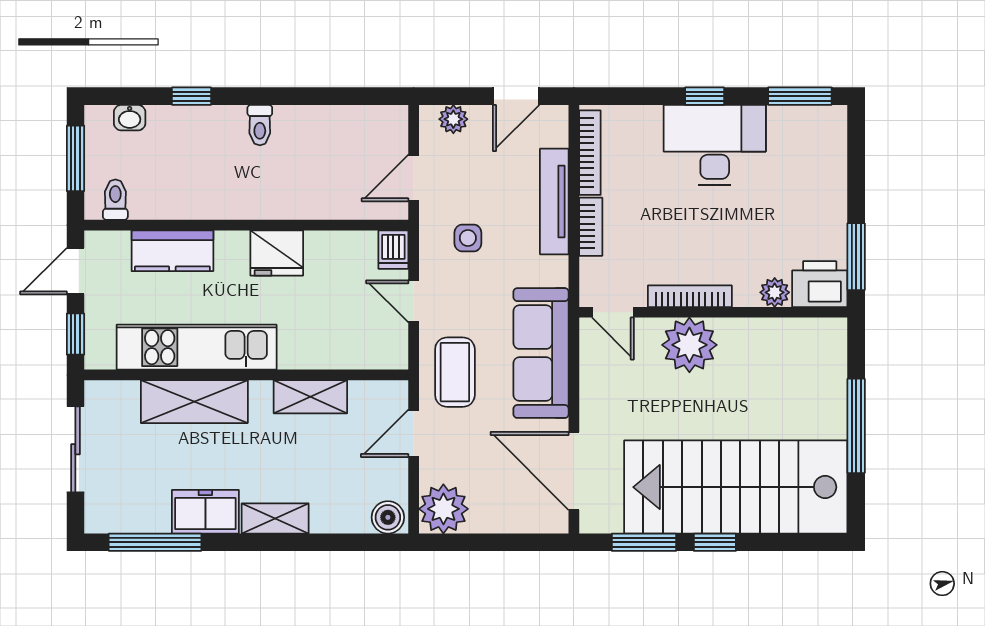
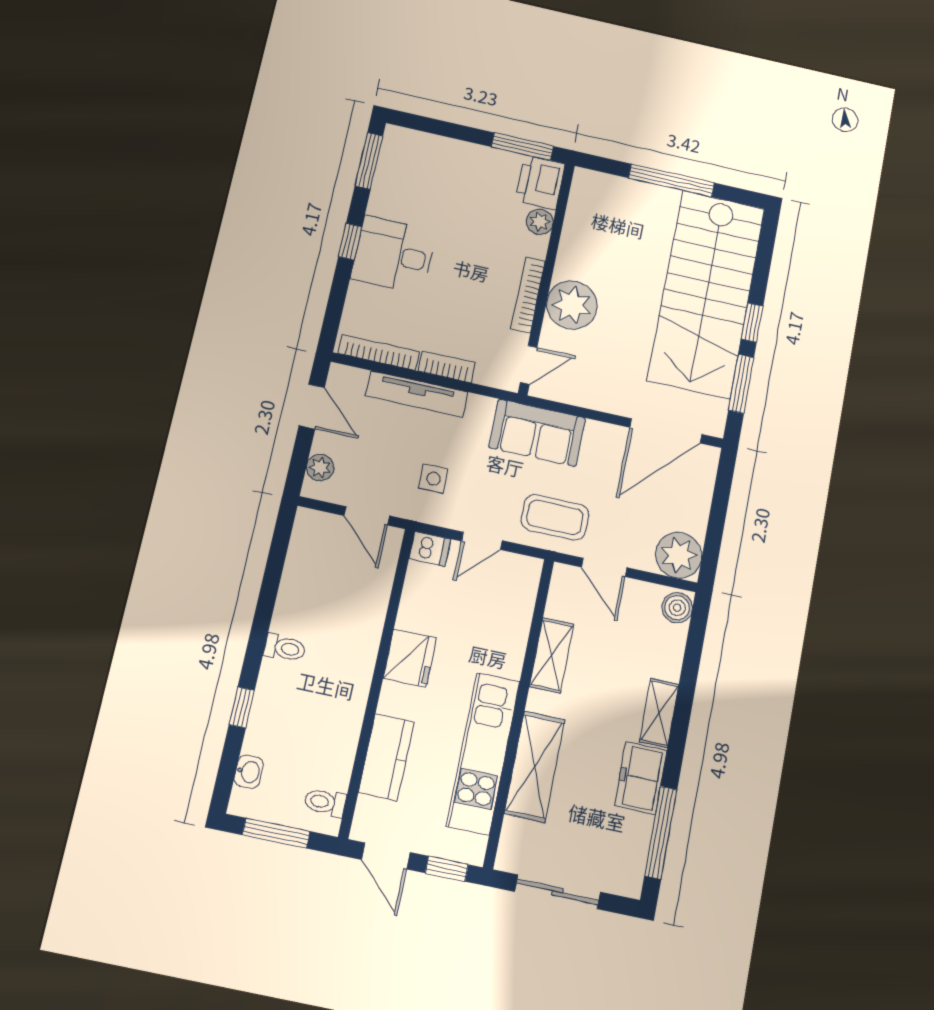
desk: (715, 145) -> (394, 255), width x0.73
sofa: (541, 353) -> (537, 433), width x0.73

